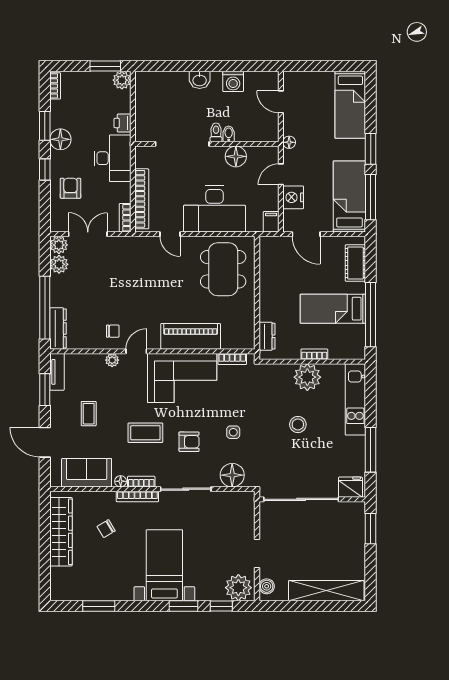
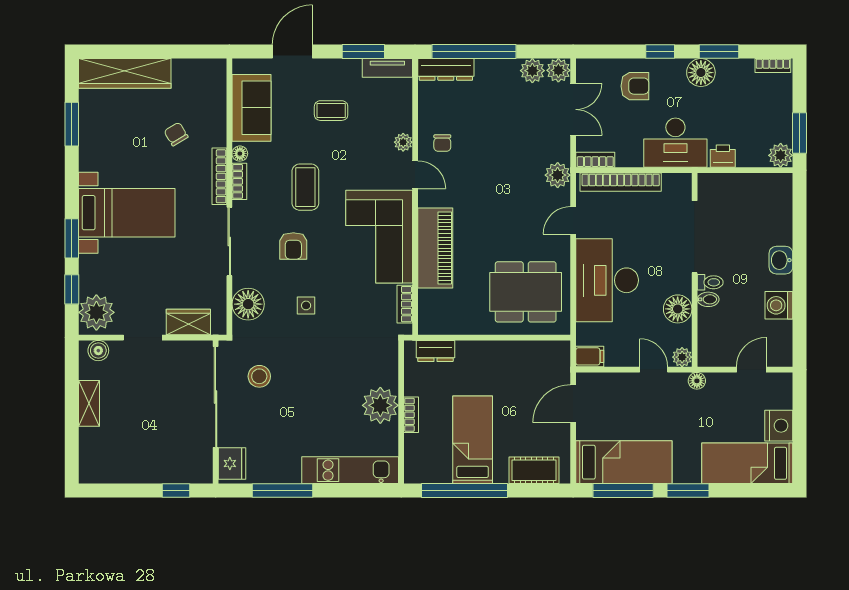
plant: (272, 153) -> (682, 357), added
nightstand: (293, 197) -> (779, 426), moved, turned 90
plant: (137, 246) -> (558, 175), added
stool: (298, 424) -> (259, 376), moved
wardrobe: (245, 520) -> (188, 322), added
window: (371, 529) -> (176, 491), width x0.67
wardrobe: (61, 532) -> (125, 73), moved
shelving: (326, 591) -> (89, 403), width x0.45, depth x0.75

